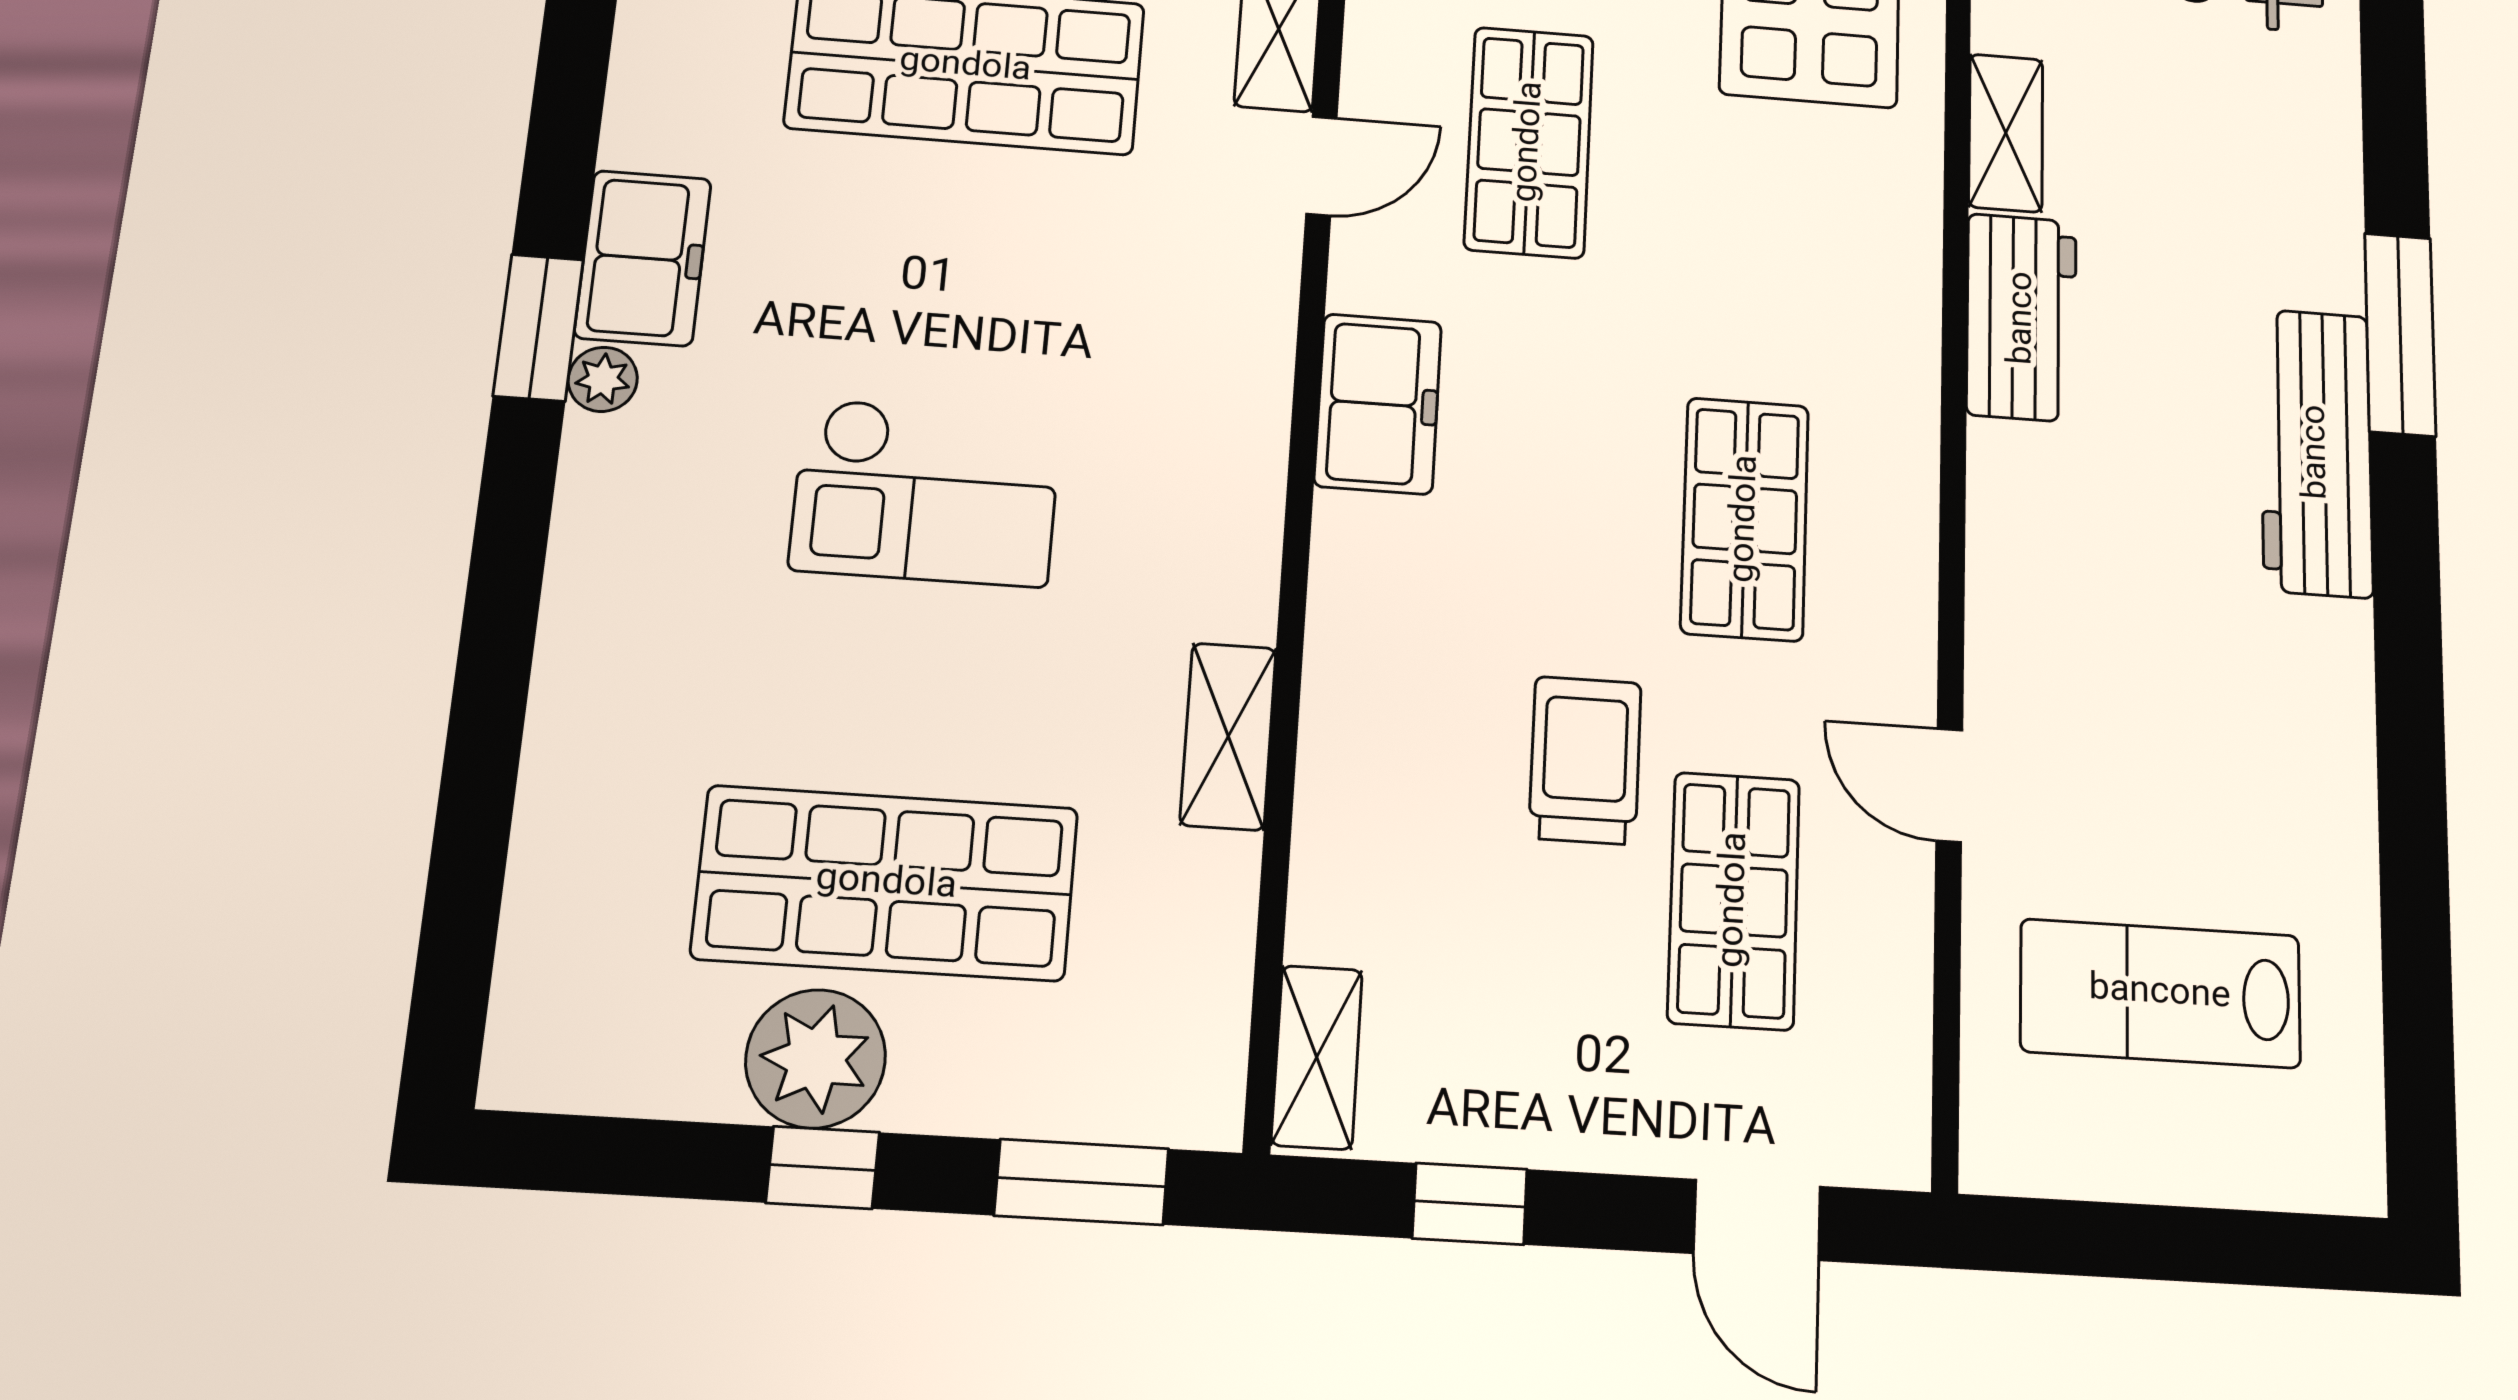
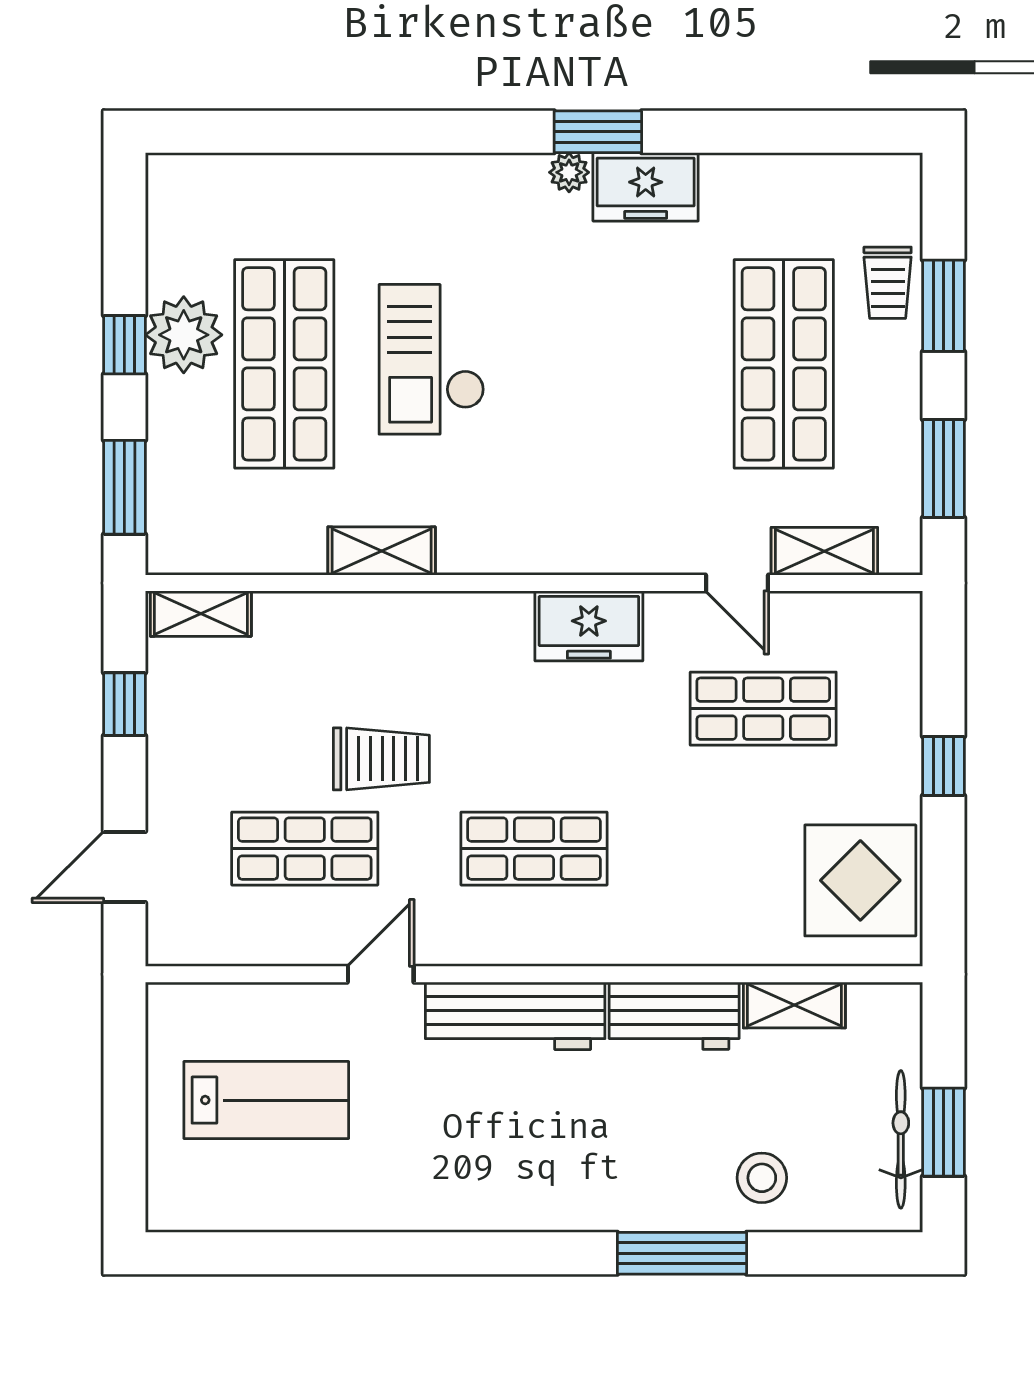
stool: (2279, 204) -> (762, 1178), added
workbench: (2316, 452) -> (515, 1016), moved, turned 180
checkout: (926, 492) -> (432, 359), moved
lab bench: (2160, 993) -> (266, 1100), turned 90

